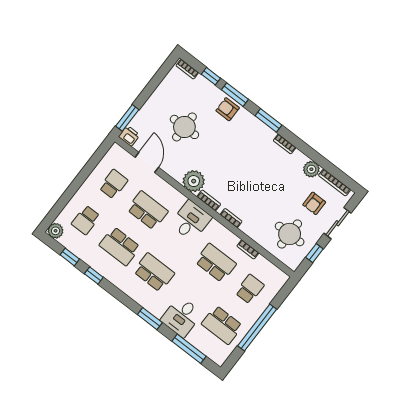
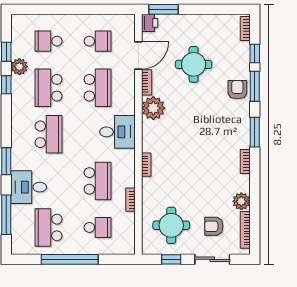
bookcase: (209, 200) -> (147, 82), moved
plant: (56, 231) -> (19, 67), moved

